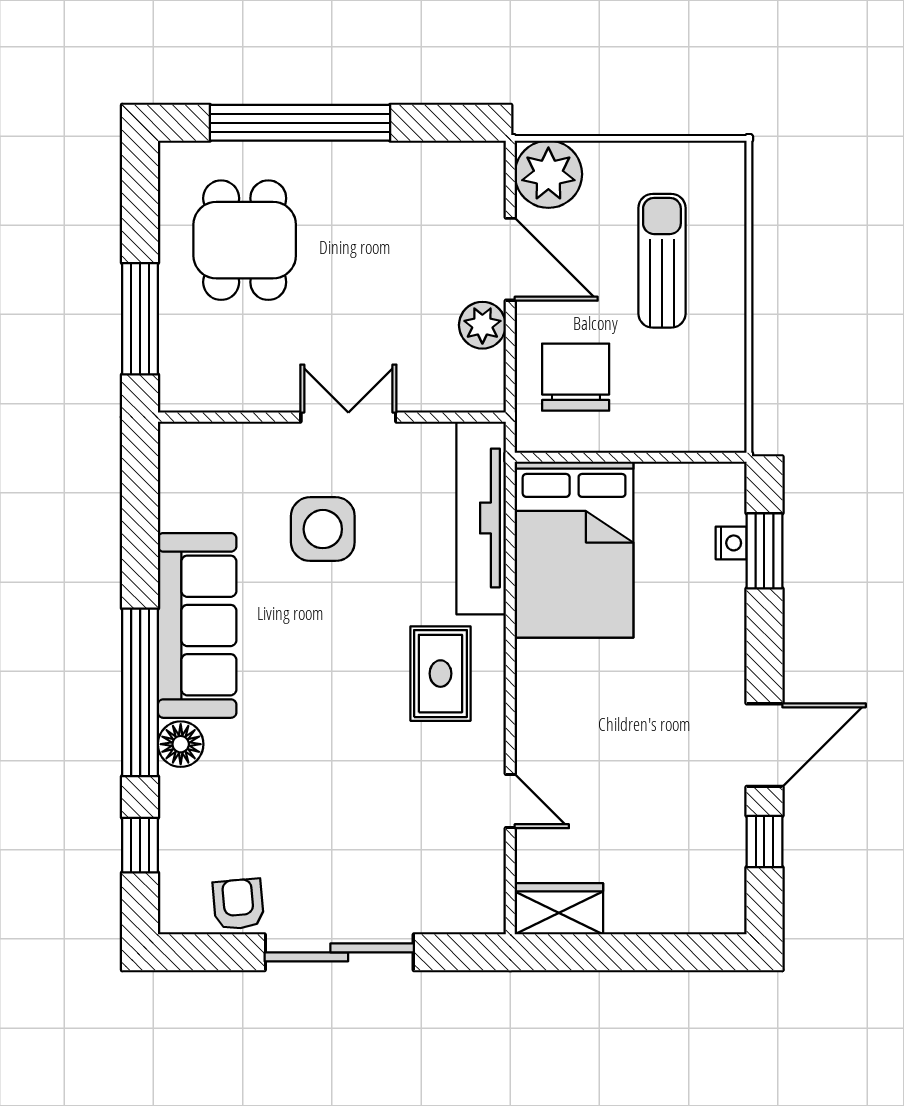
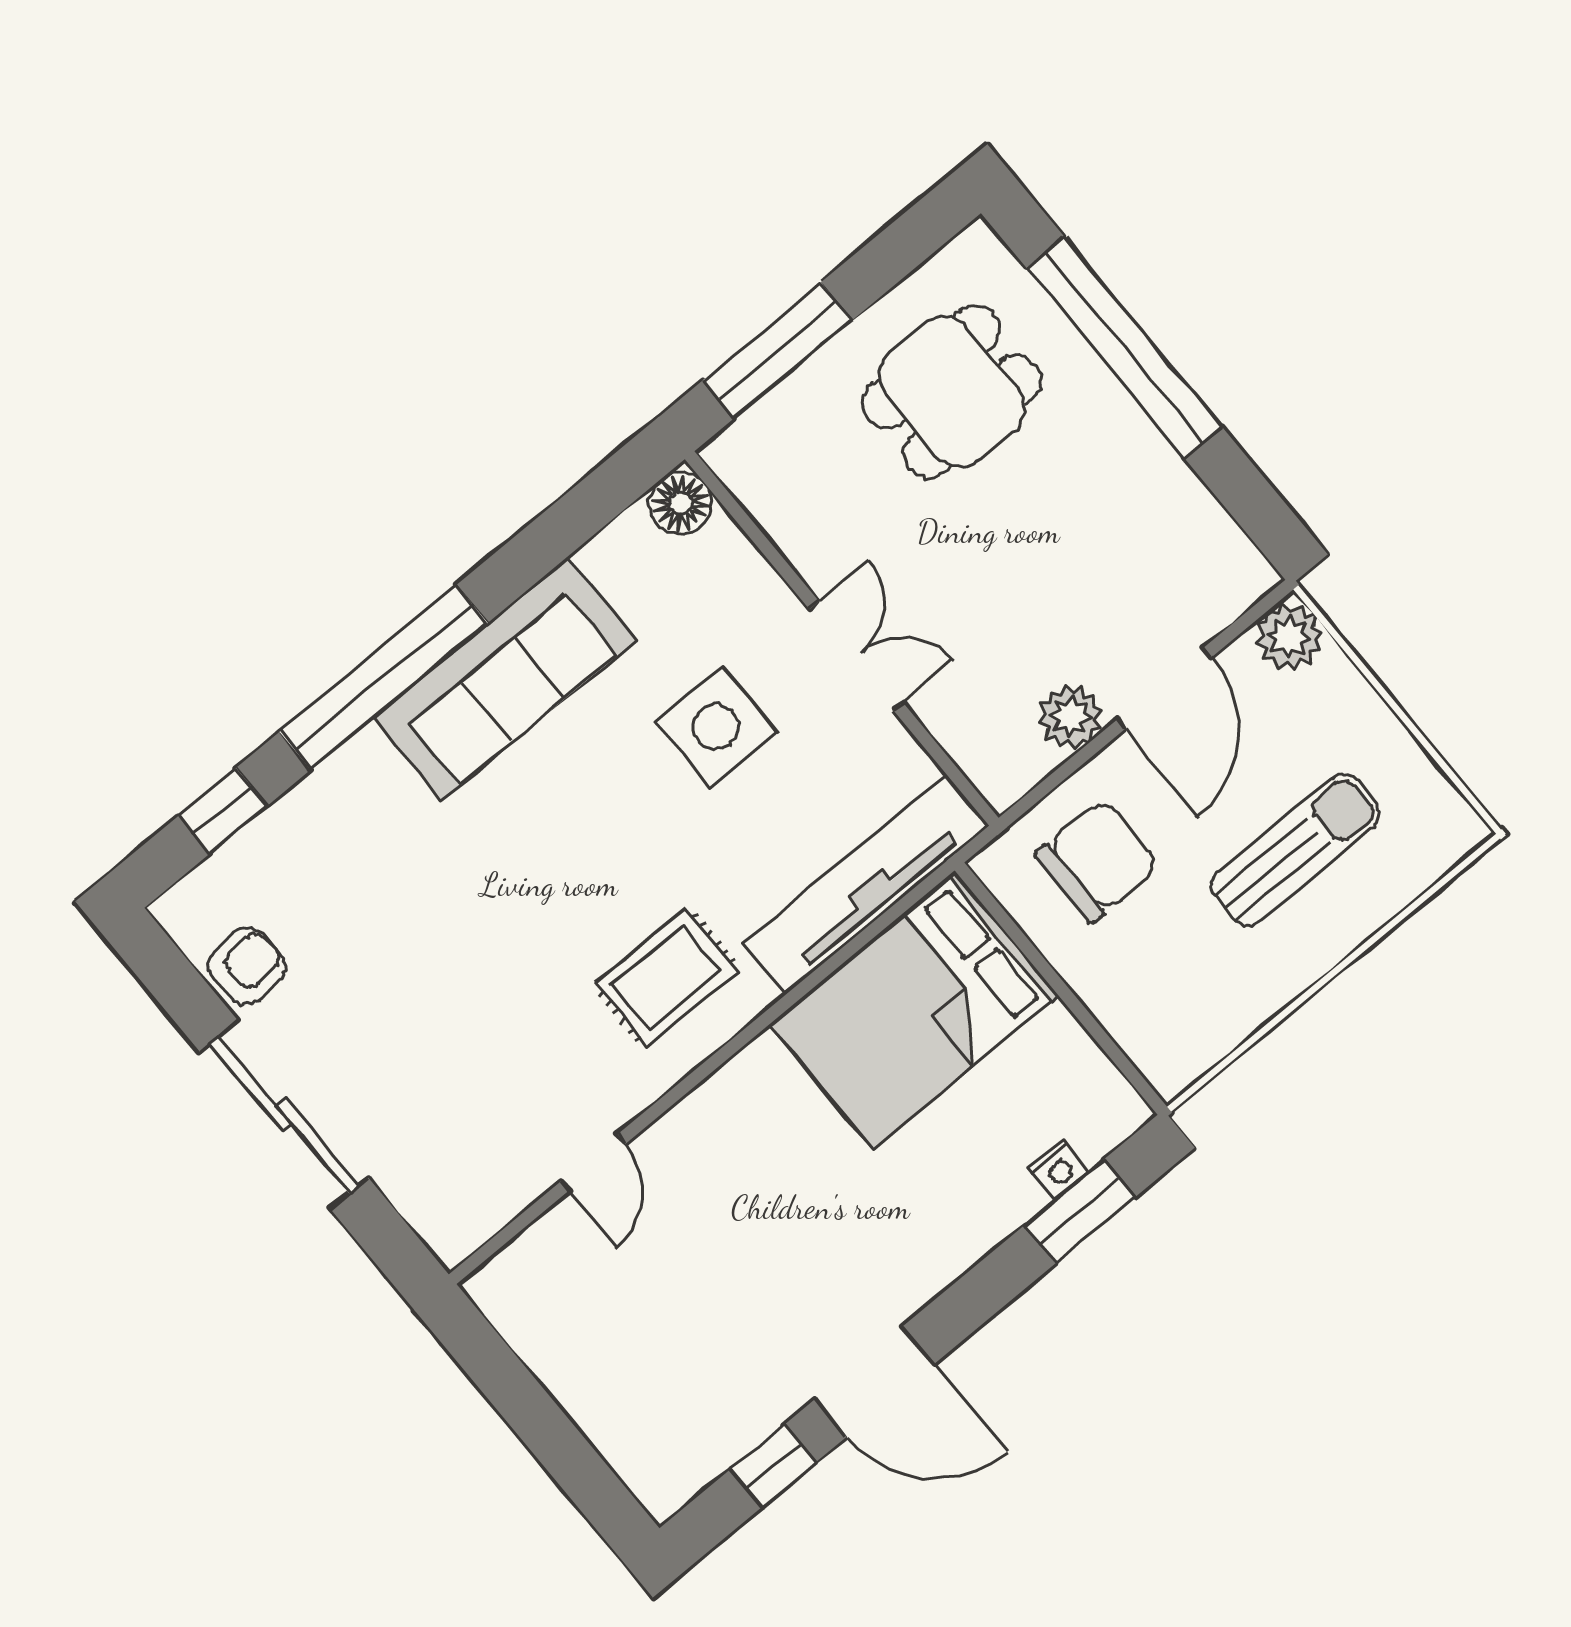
plant: (548, 174) -> (1289, 637), width x0.73, depth x0.73
floor lamp: (181, 744) -> (681, 503), moved
wardrobe: (559, 909) -> (522, 1308), removed

